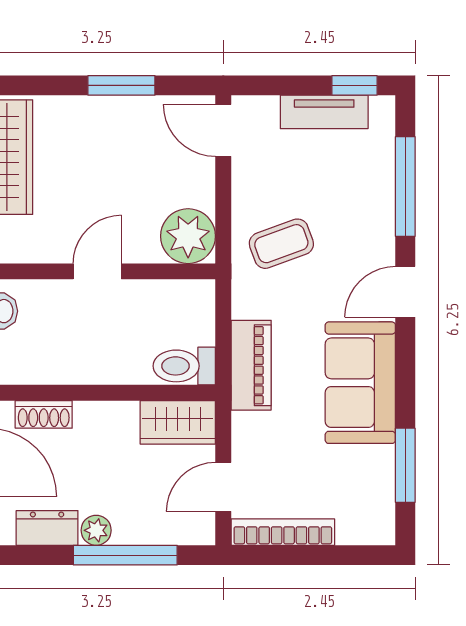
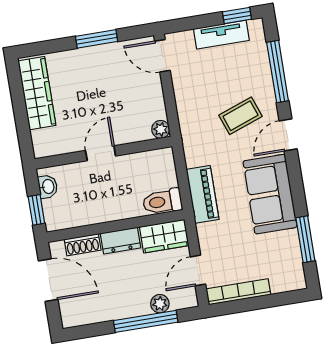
plant: (188, 236) -> (161, 129), width x0.53, depth x0.53
coffee table: (281, 244) -> (240, 116), moved
dresser: (47, 528) -> (121, 241), moved, turned 180
plant: (96, 530) -> (160, 304), moved

